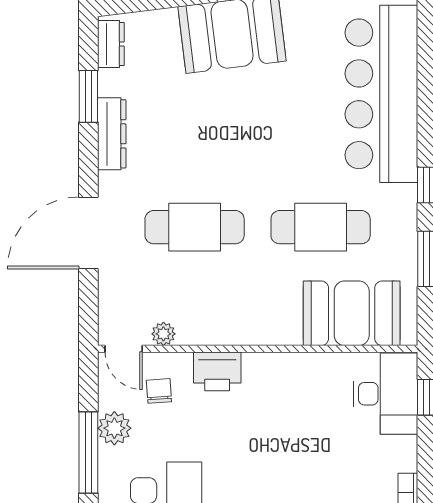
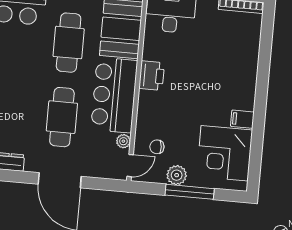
bar counter: (239, 311) -> (114, 95), added
printer: (217, 371) -> (152, 76), moved

